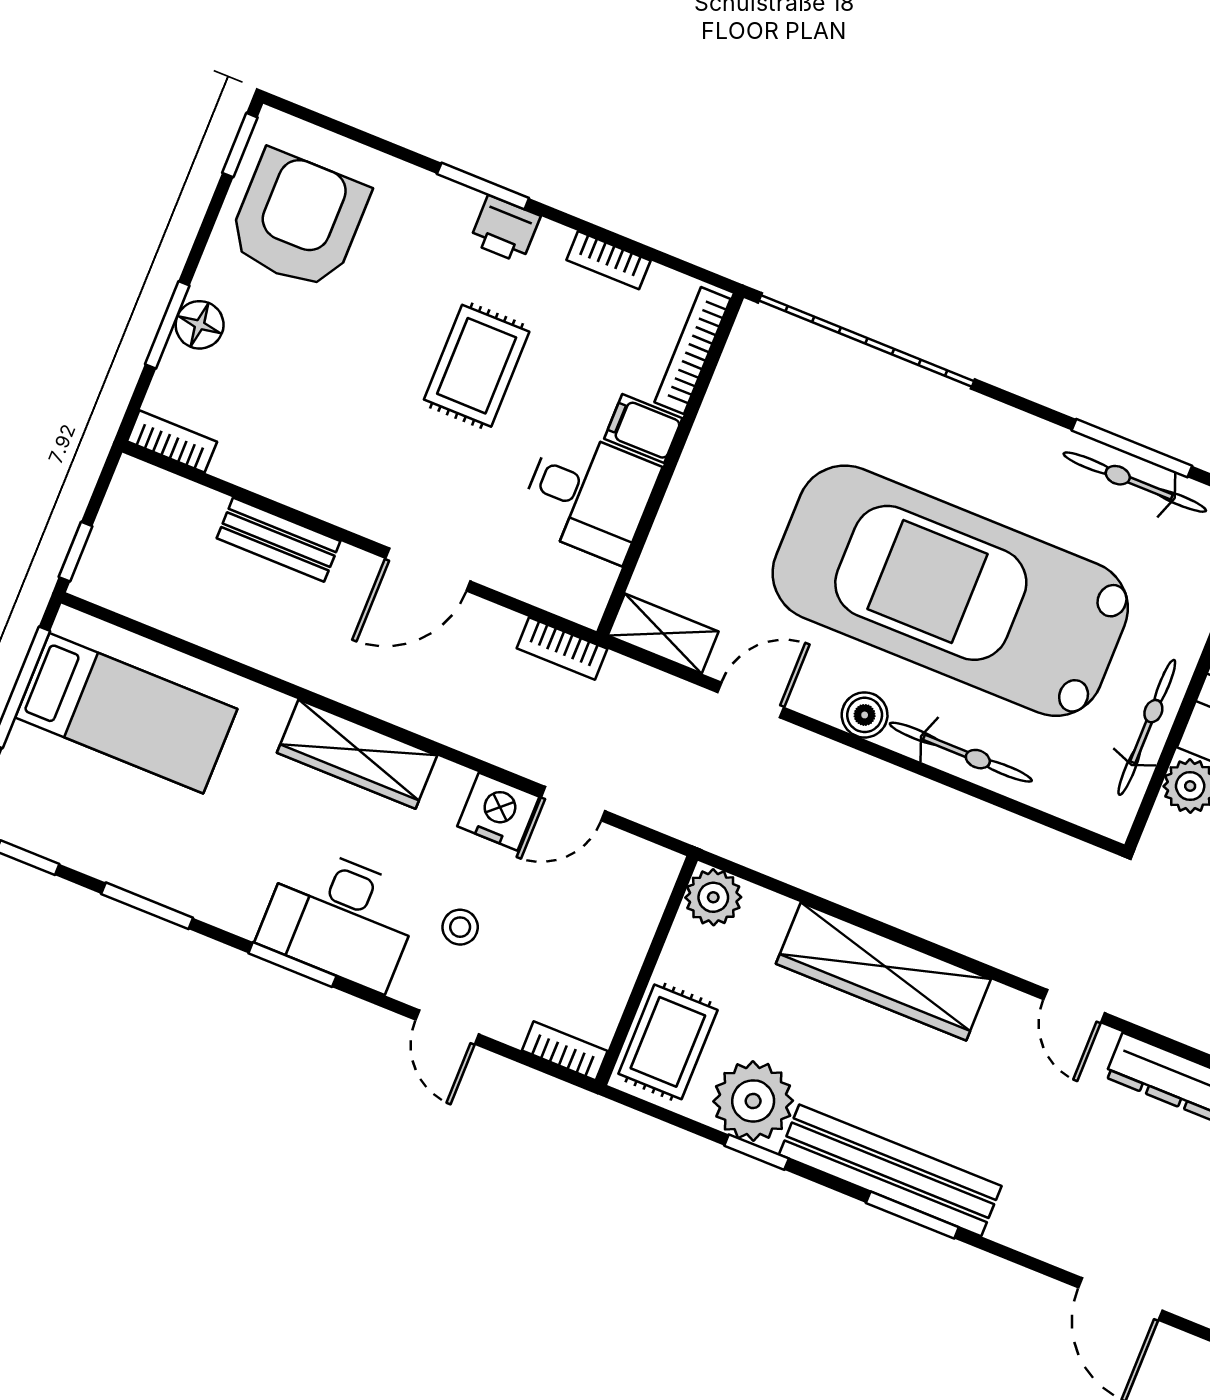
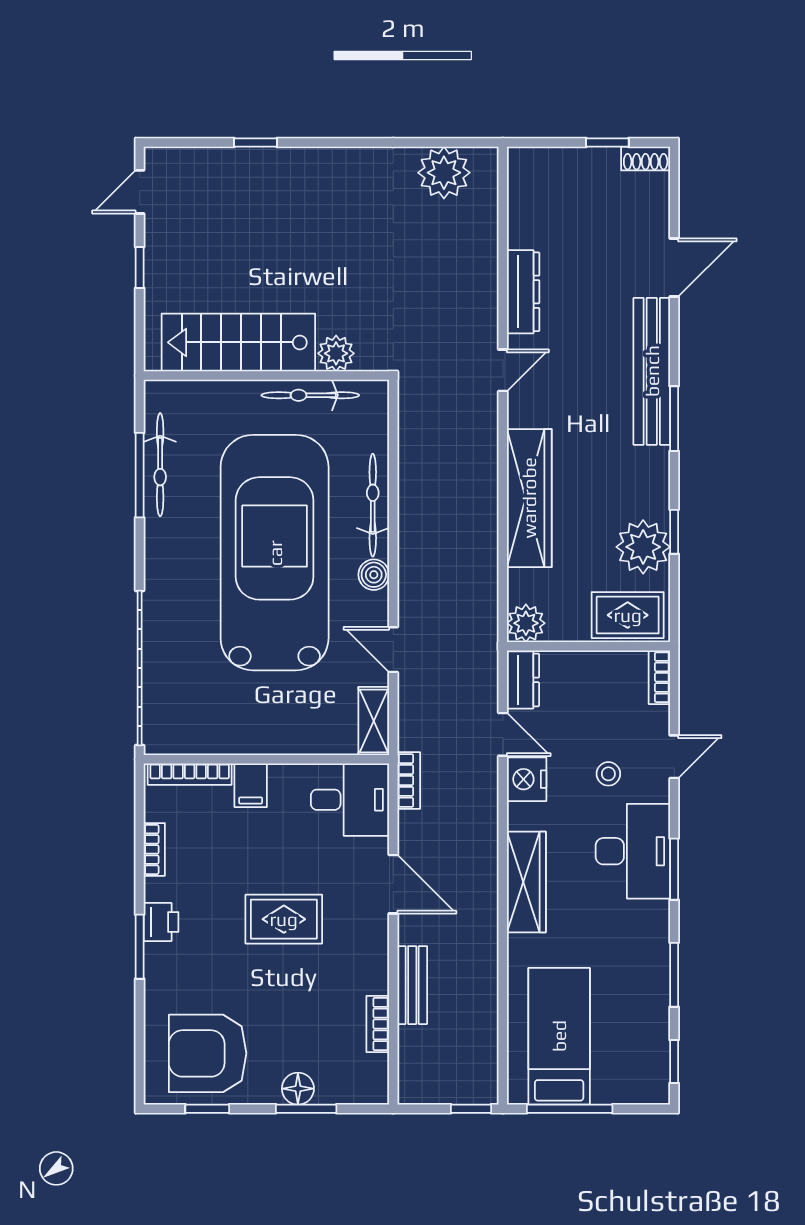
window: (240, 145) -> (207, 1109), moved
rug: (477, 366) -> (284, 919), moved
bookcase: (172, 441) -> (378, 1024), moved
desk: (589, 495) -> (350, 800), moved, turned 90
car: (950, 591) -> (275, 553), turned 180
dresser: (637, 862) -> (523, 680), added
bench: (890, 1170) -> (652, 371), moved

